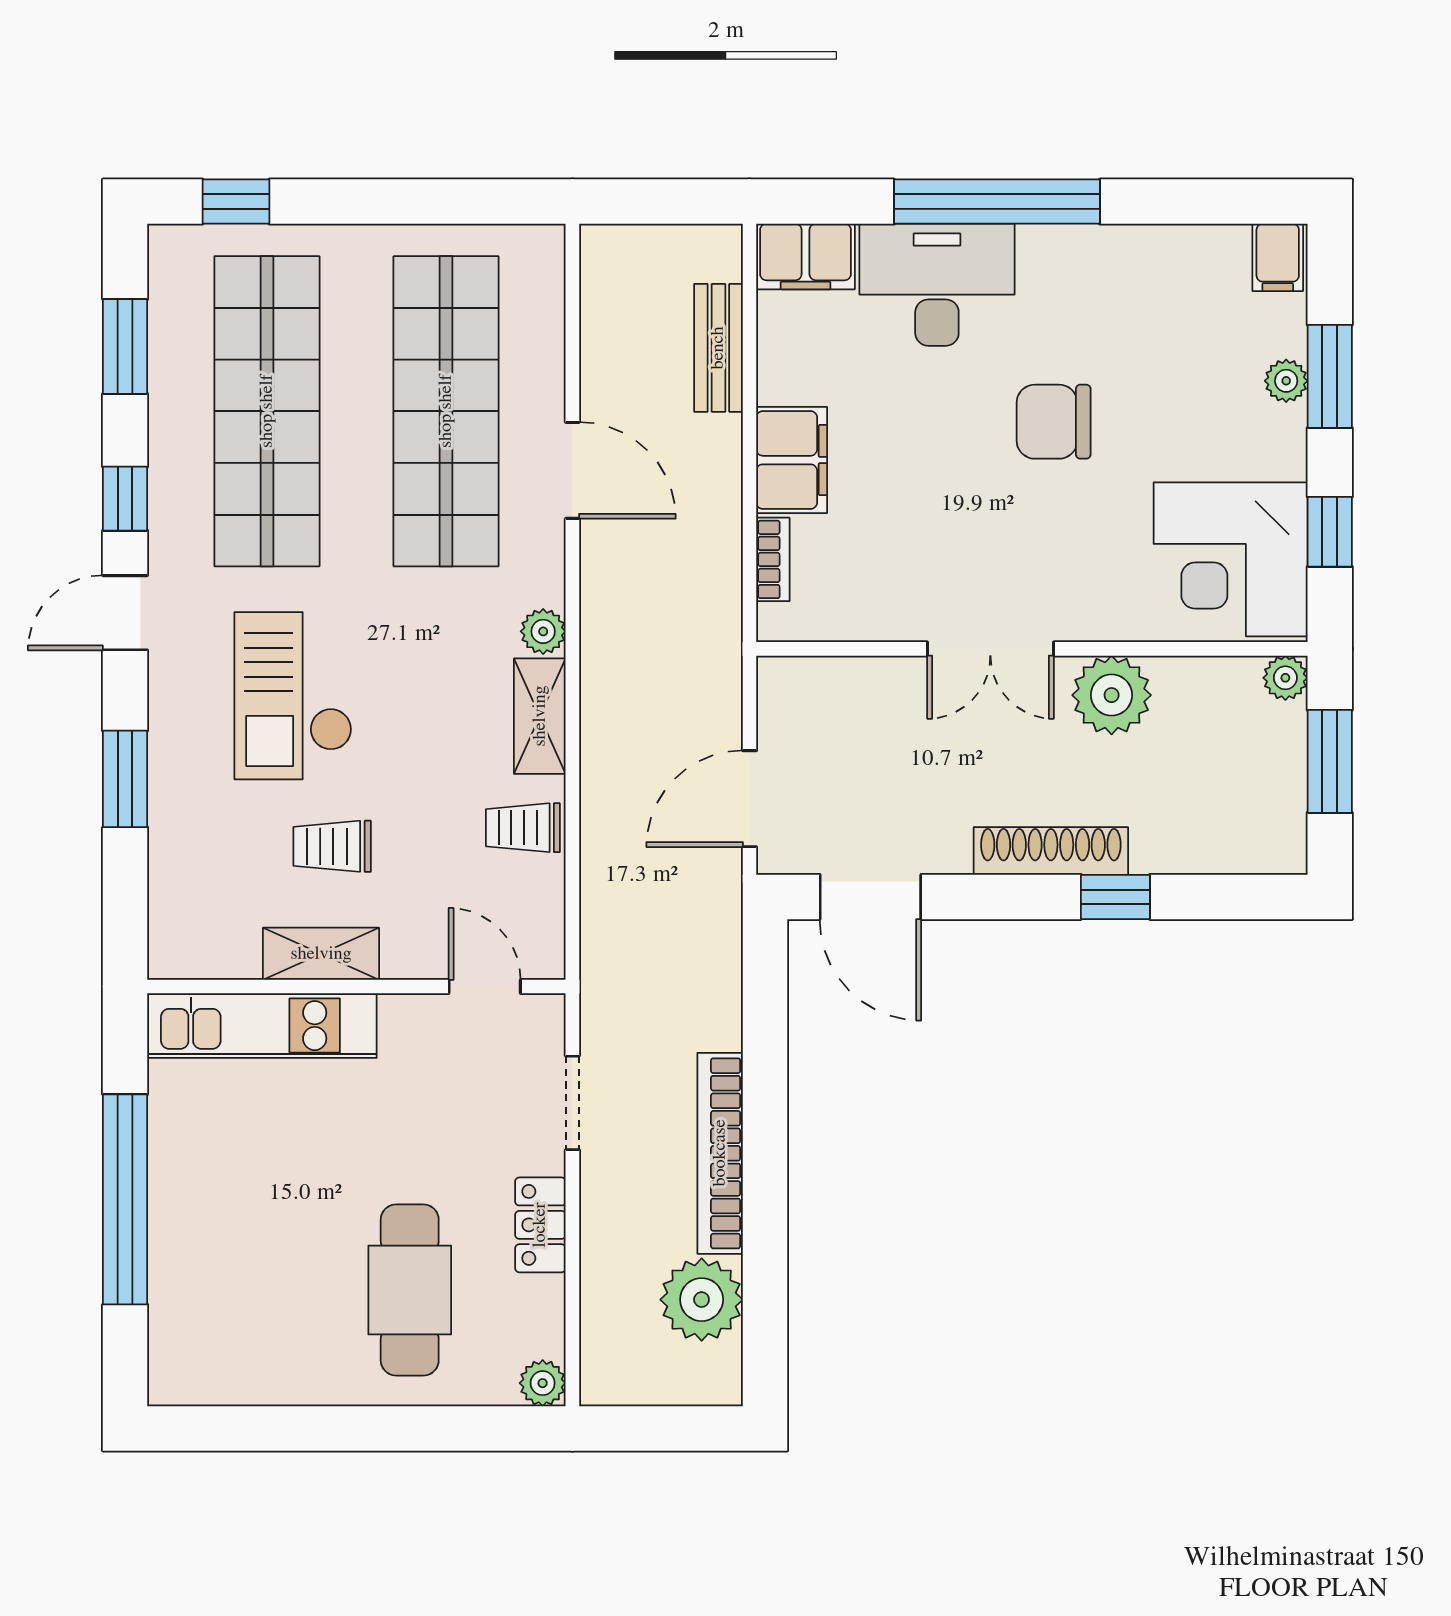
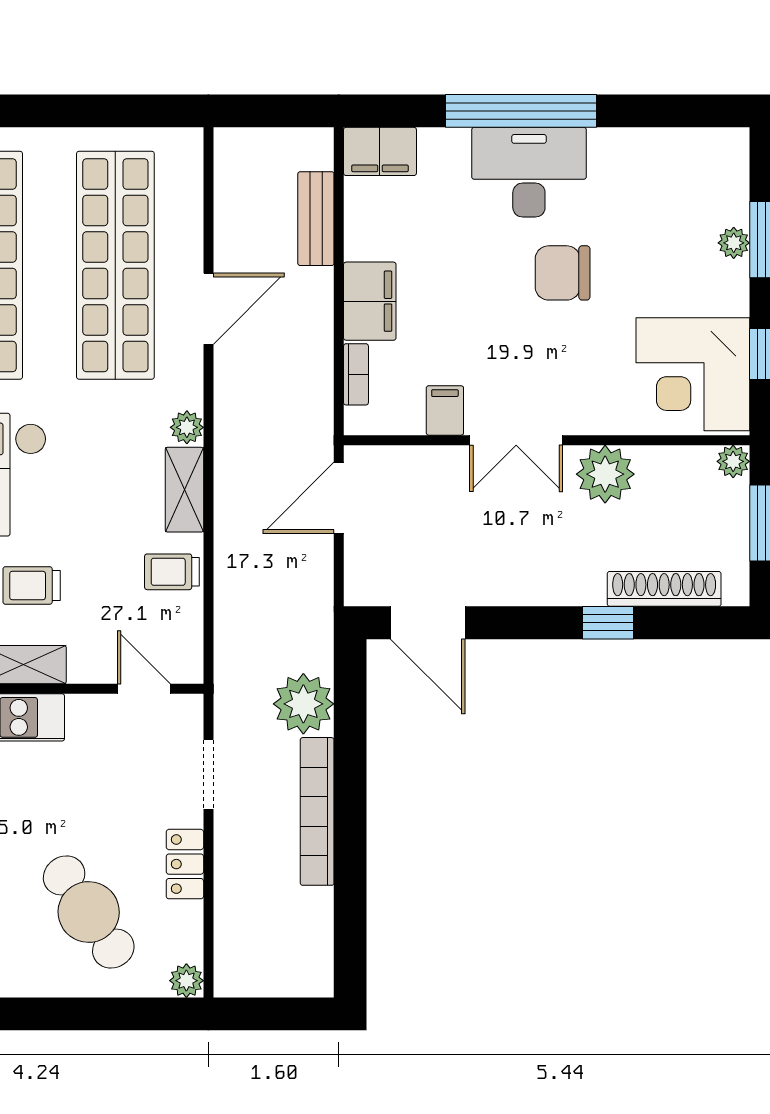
filing cabinet: (1278, 257) -> (445, 410), moved, turned 180
desk: (937, 285) -> (529, 172), moved
door: (572, 470) -> (208, 309), hinge flipped
door: (750, 799) -> (339, 498), moved
shoe rack: (1051, 851) -> (664, 589), moved
cafe table: (410, 1290) -> (89, 912), turned -34
plant: (702, 1300) -> (303, 704), moved

